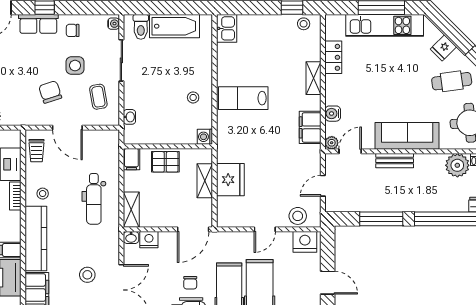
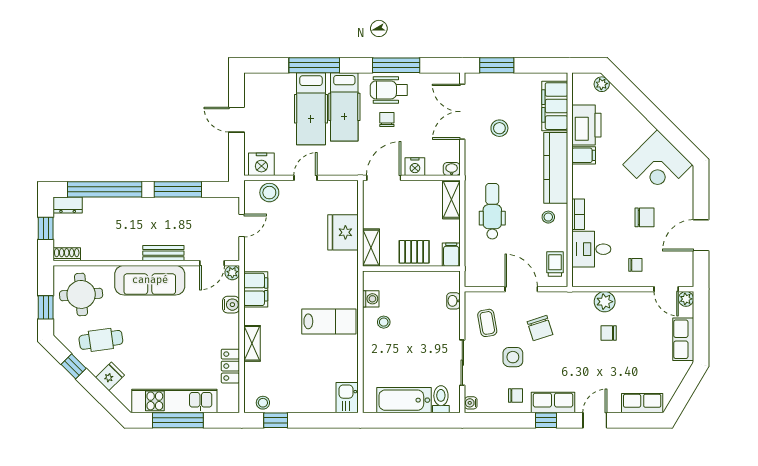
washing machine: (205, 137) -> (371, 299), moved
plant: (457, 165) -> (95, 248), removed
shelving: (205, 181) -> (371, 248), moved
nightstand: (149, 240) -> (415, 167), moved

